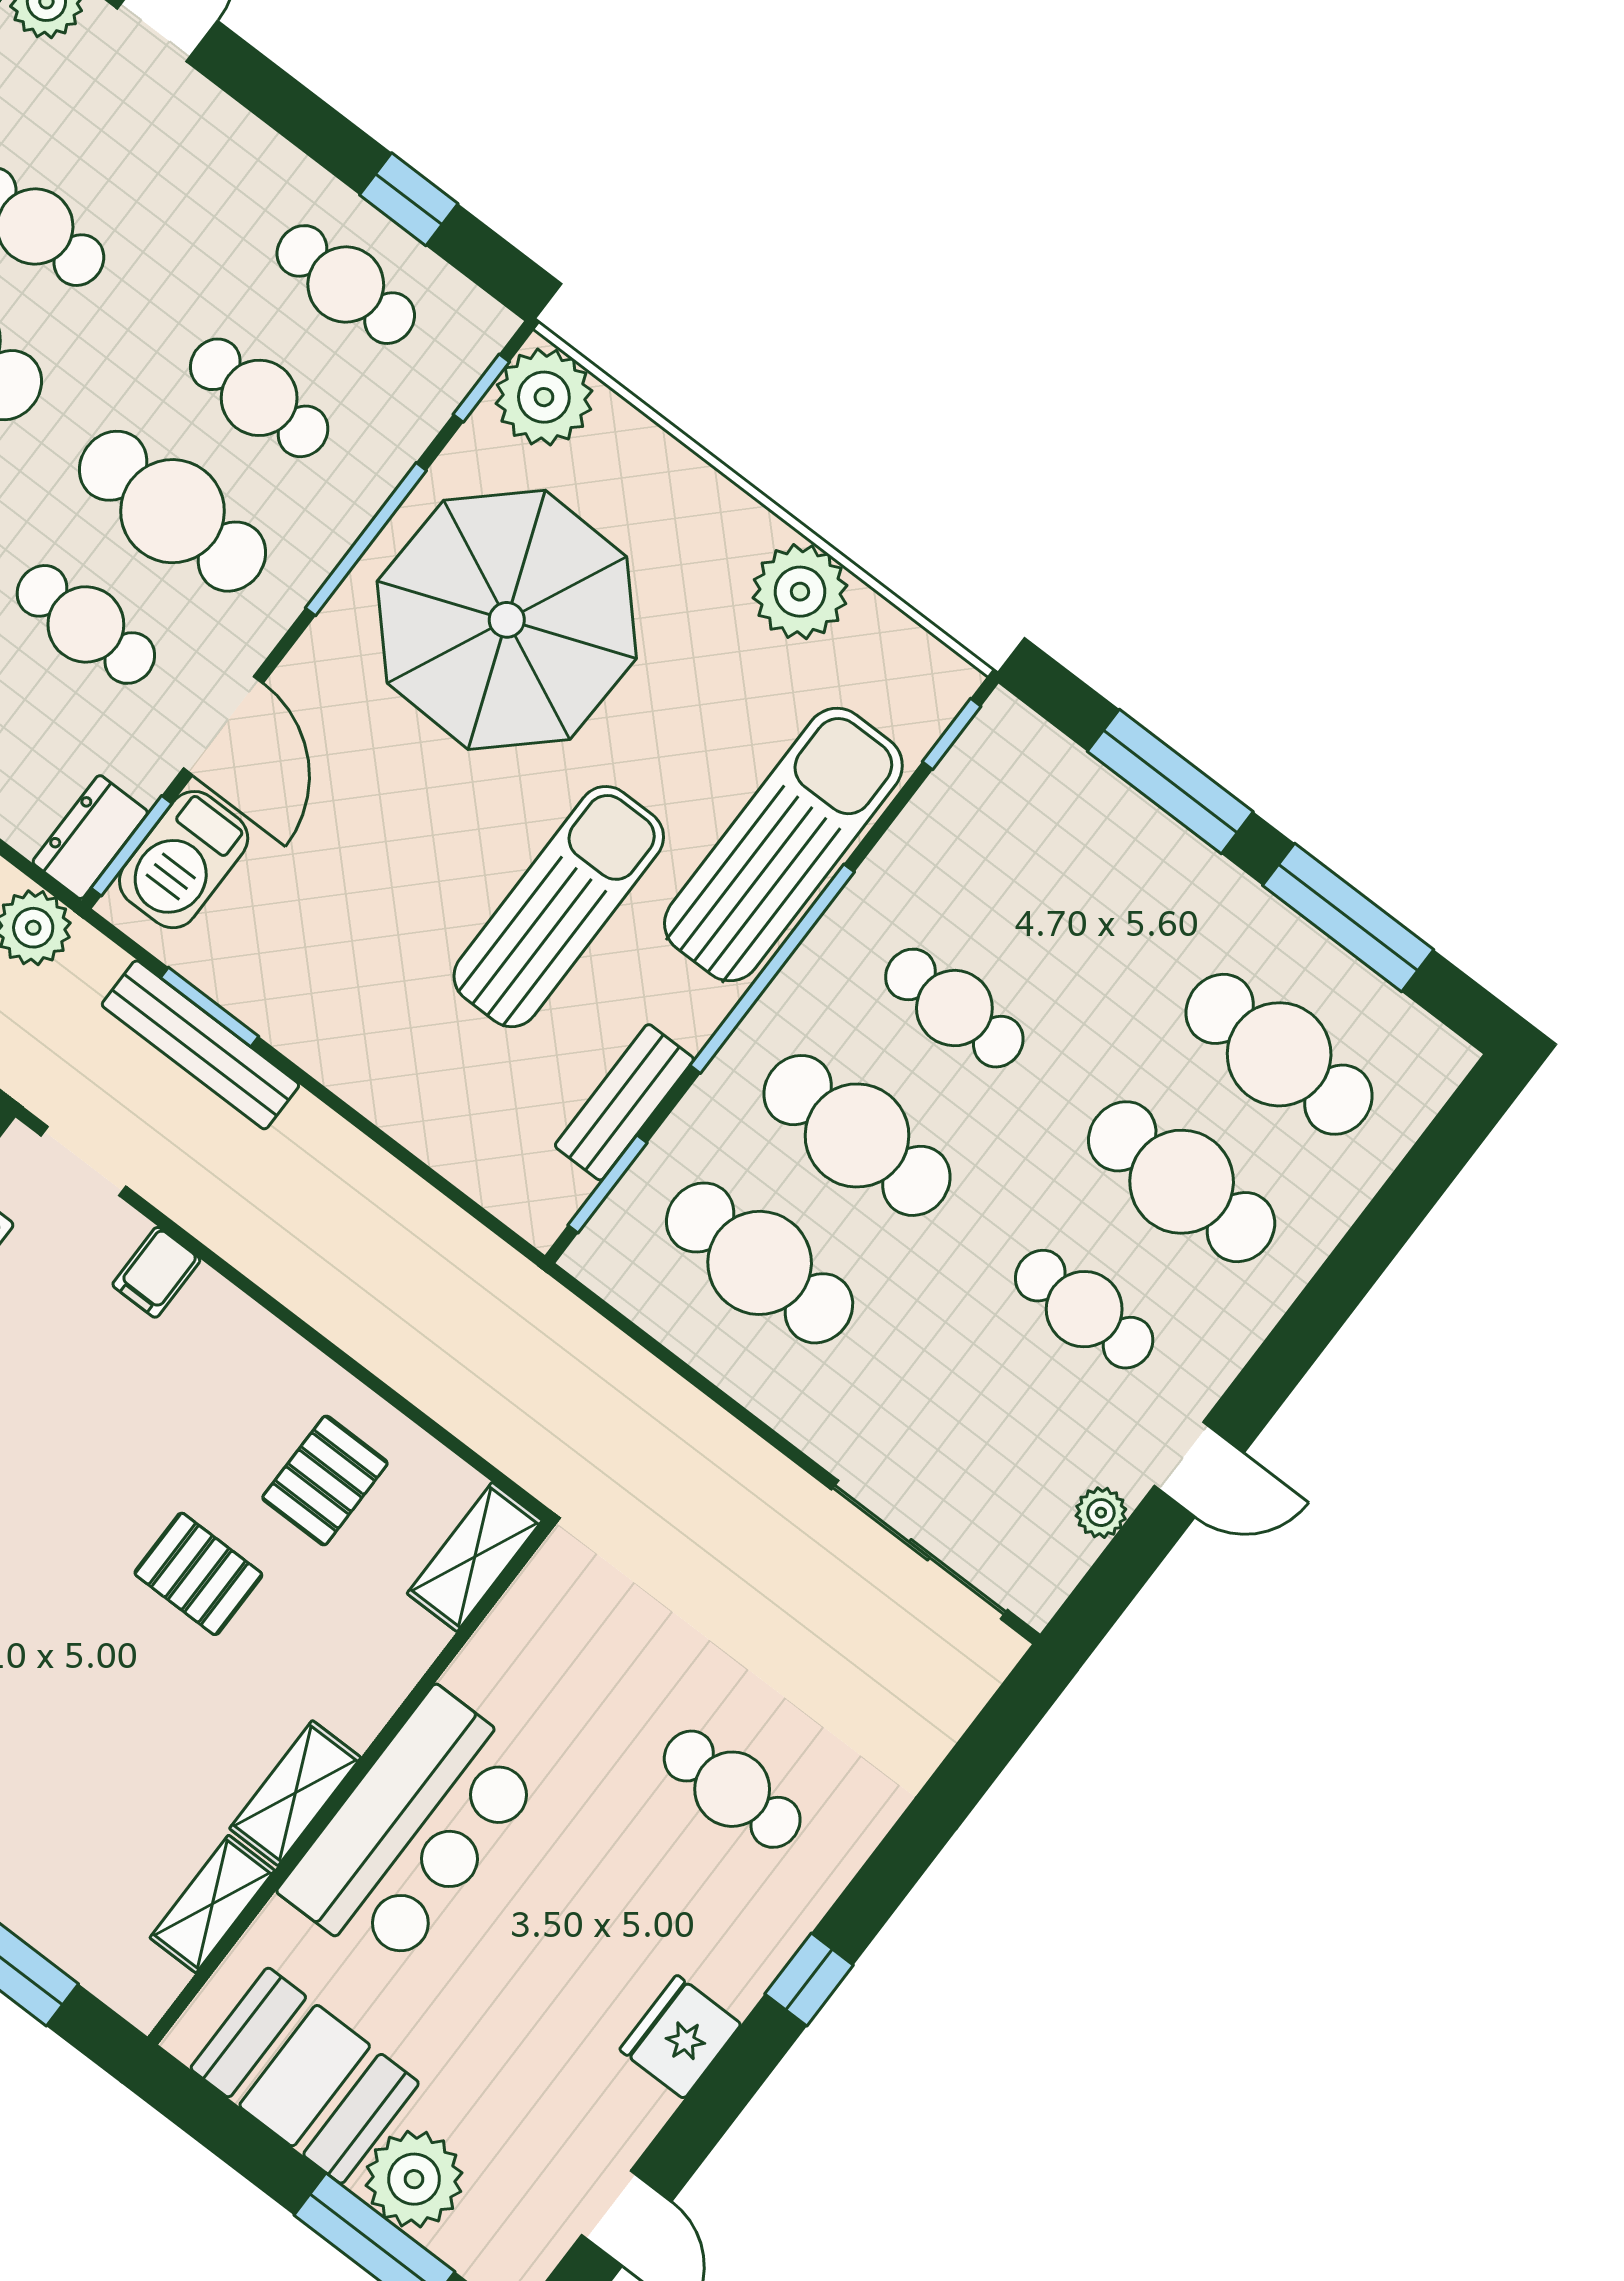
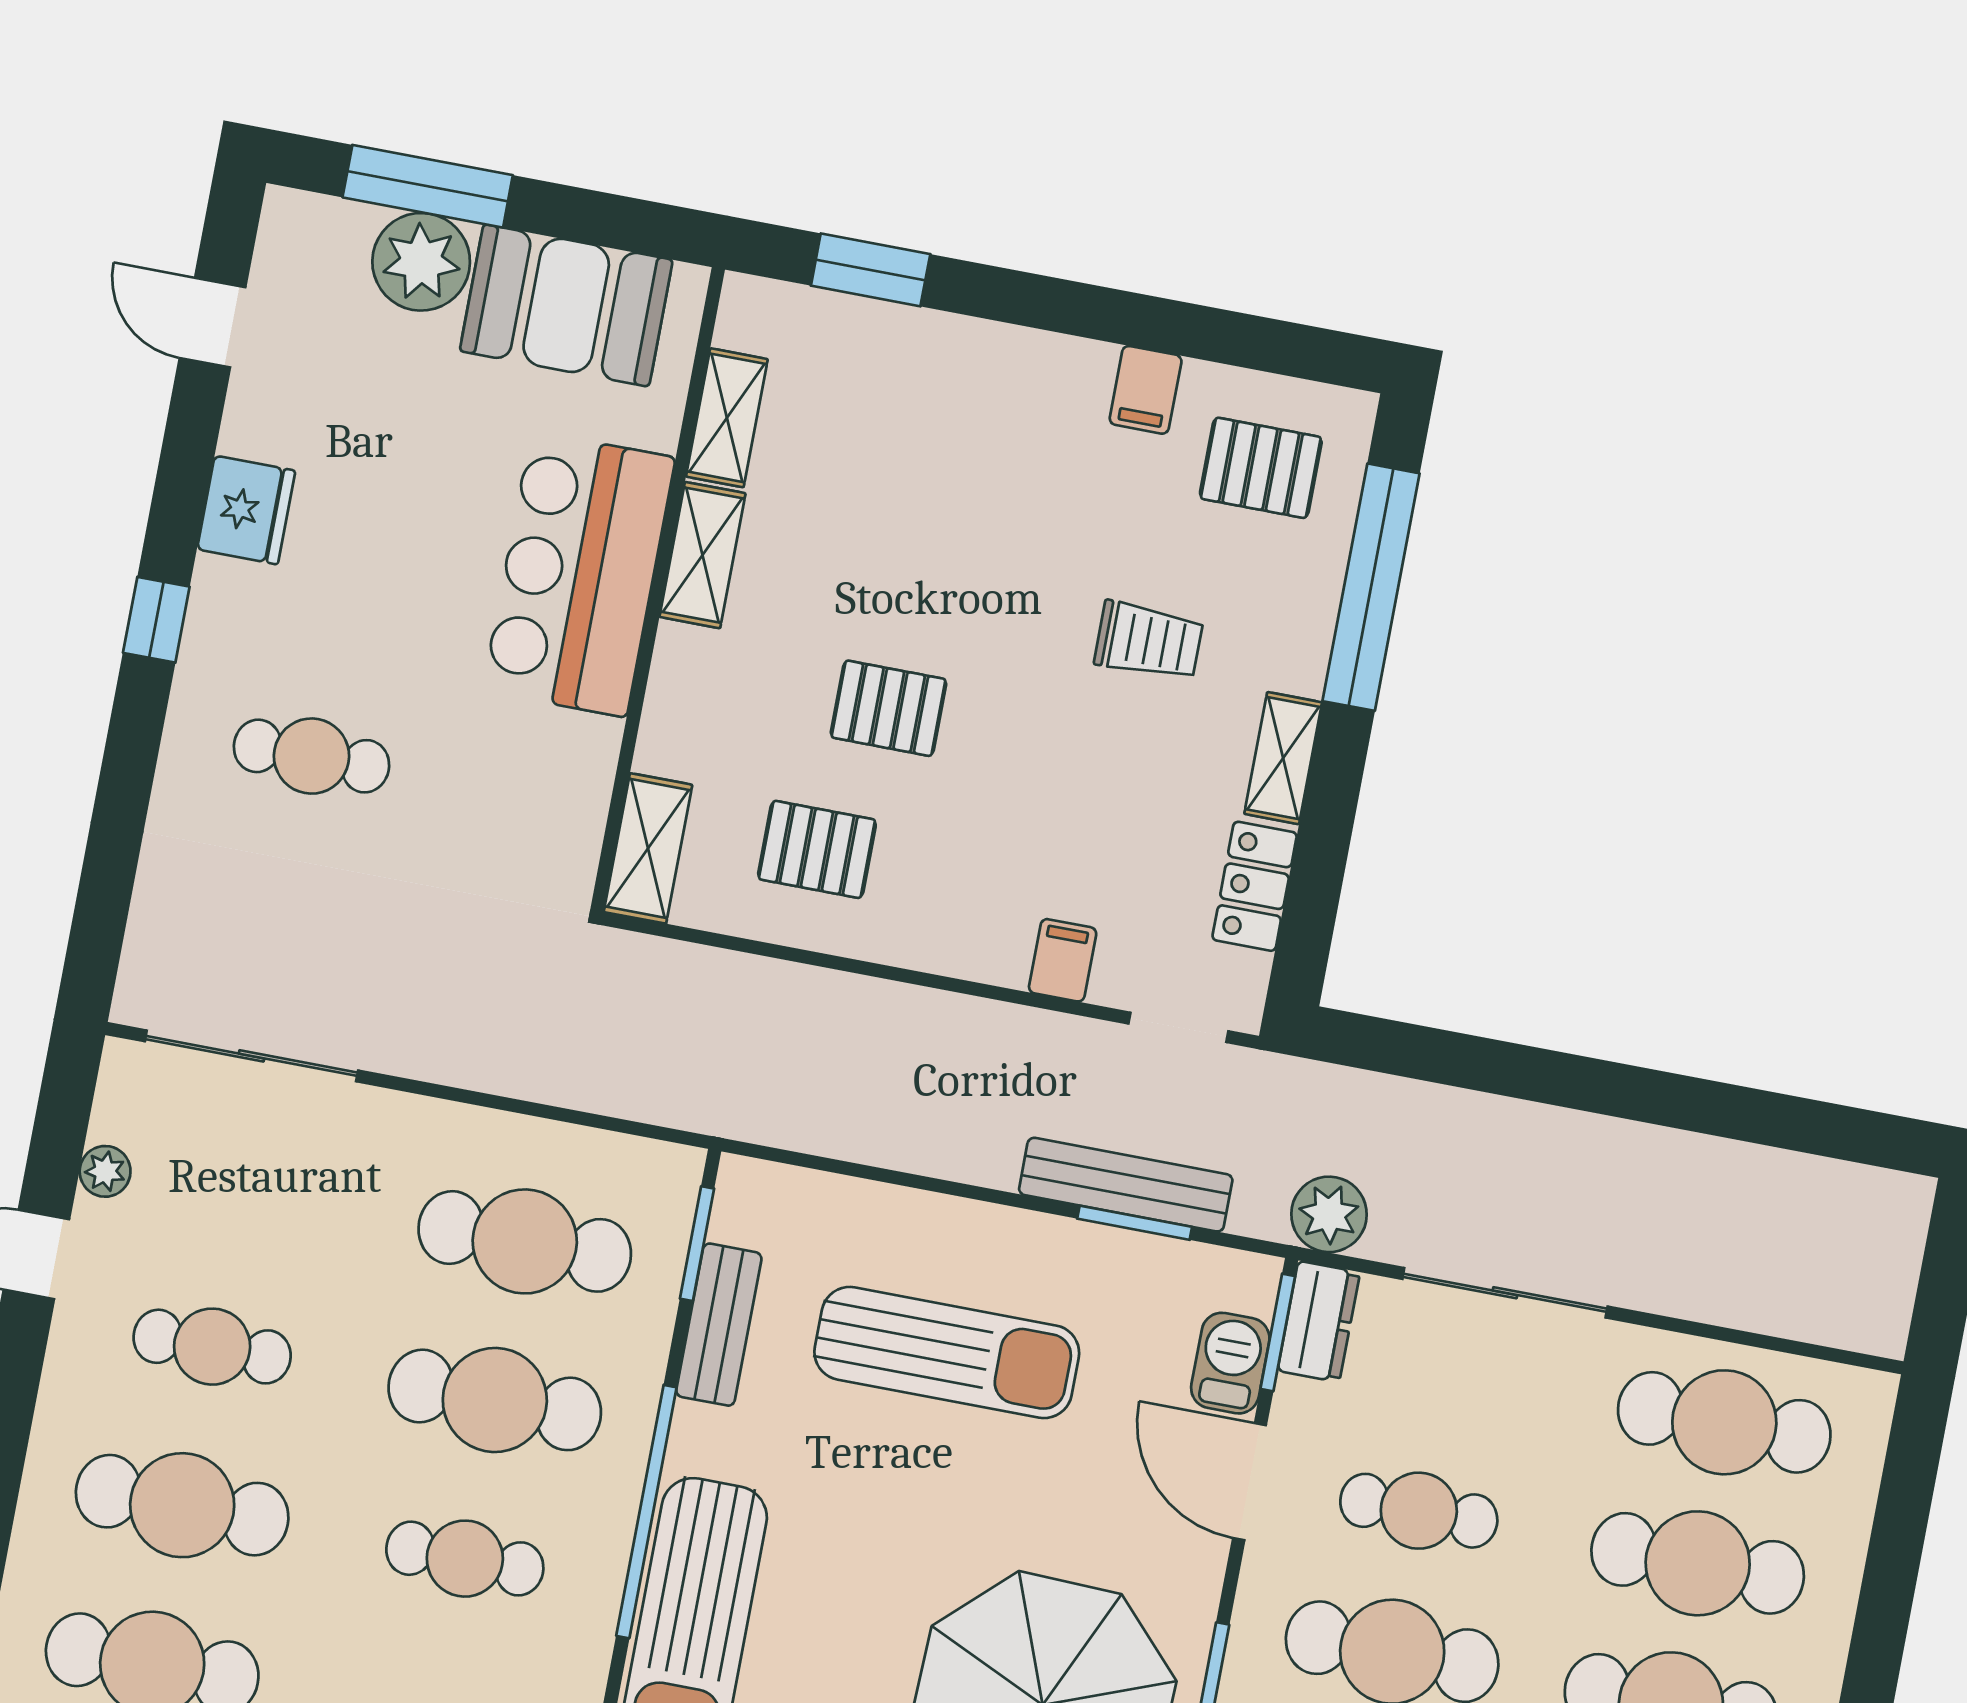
barbecue: (184, 860) -> (1230, 1363), width x0.73, depth x0.79
sun lounger: (559, 907) -> (947, 1353), moved, turned -90
pallet: (325, 1480) -> (817, 849), turned 90

